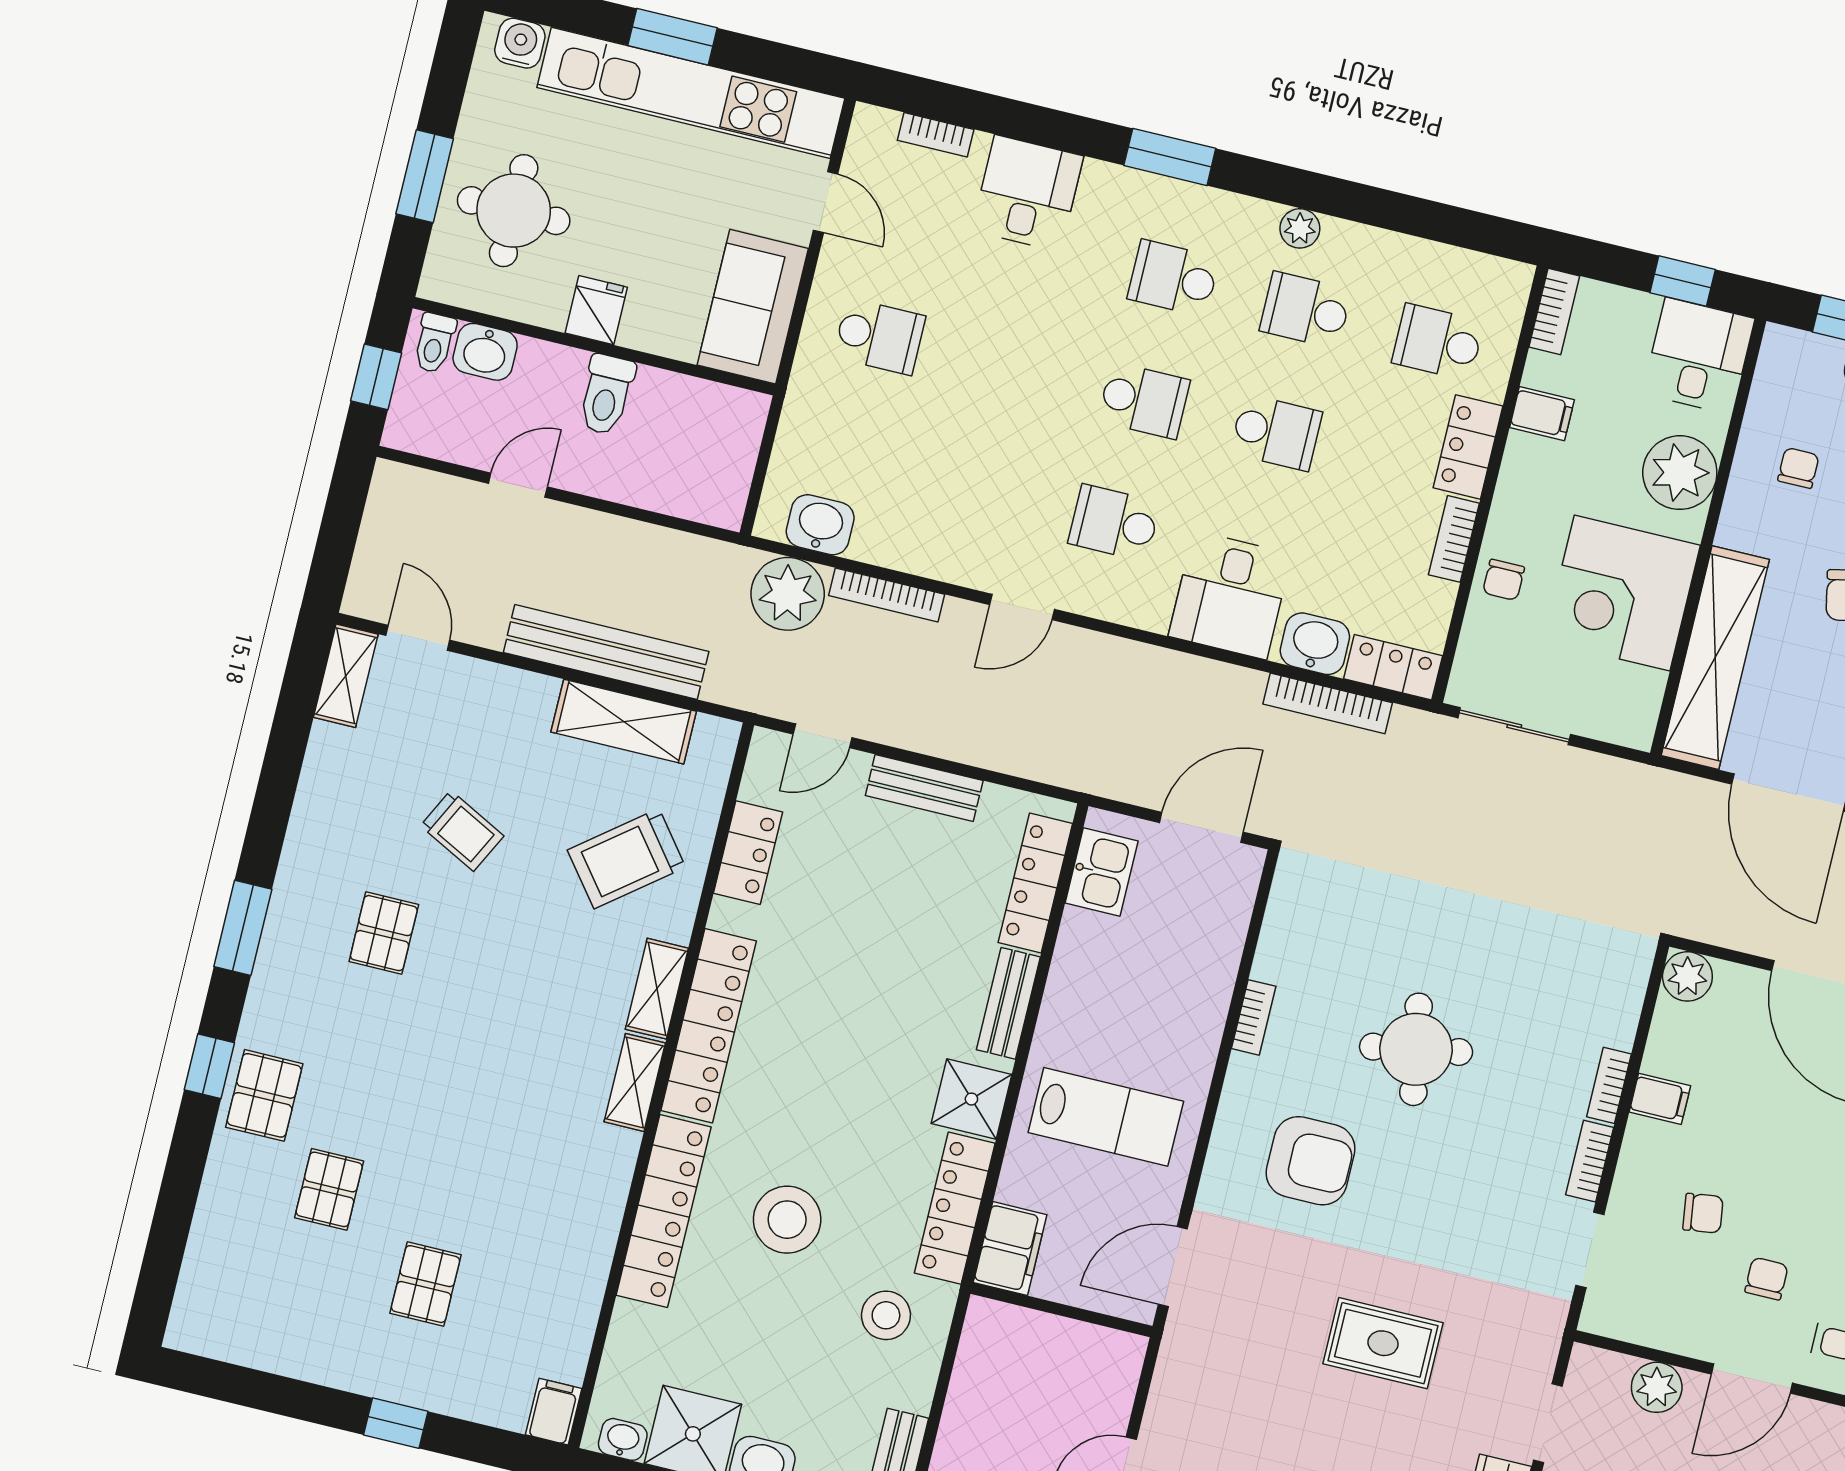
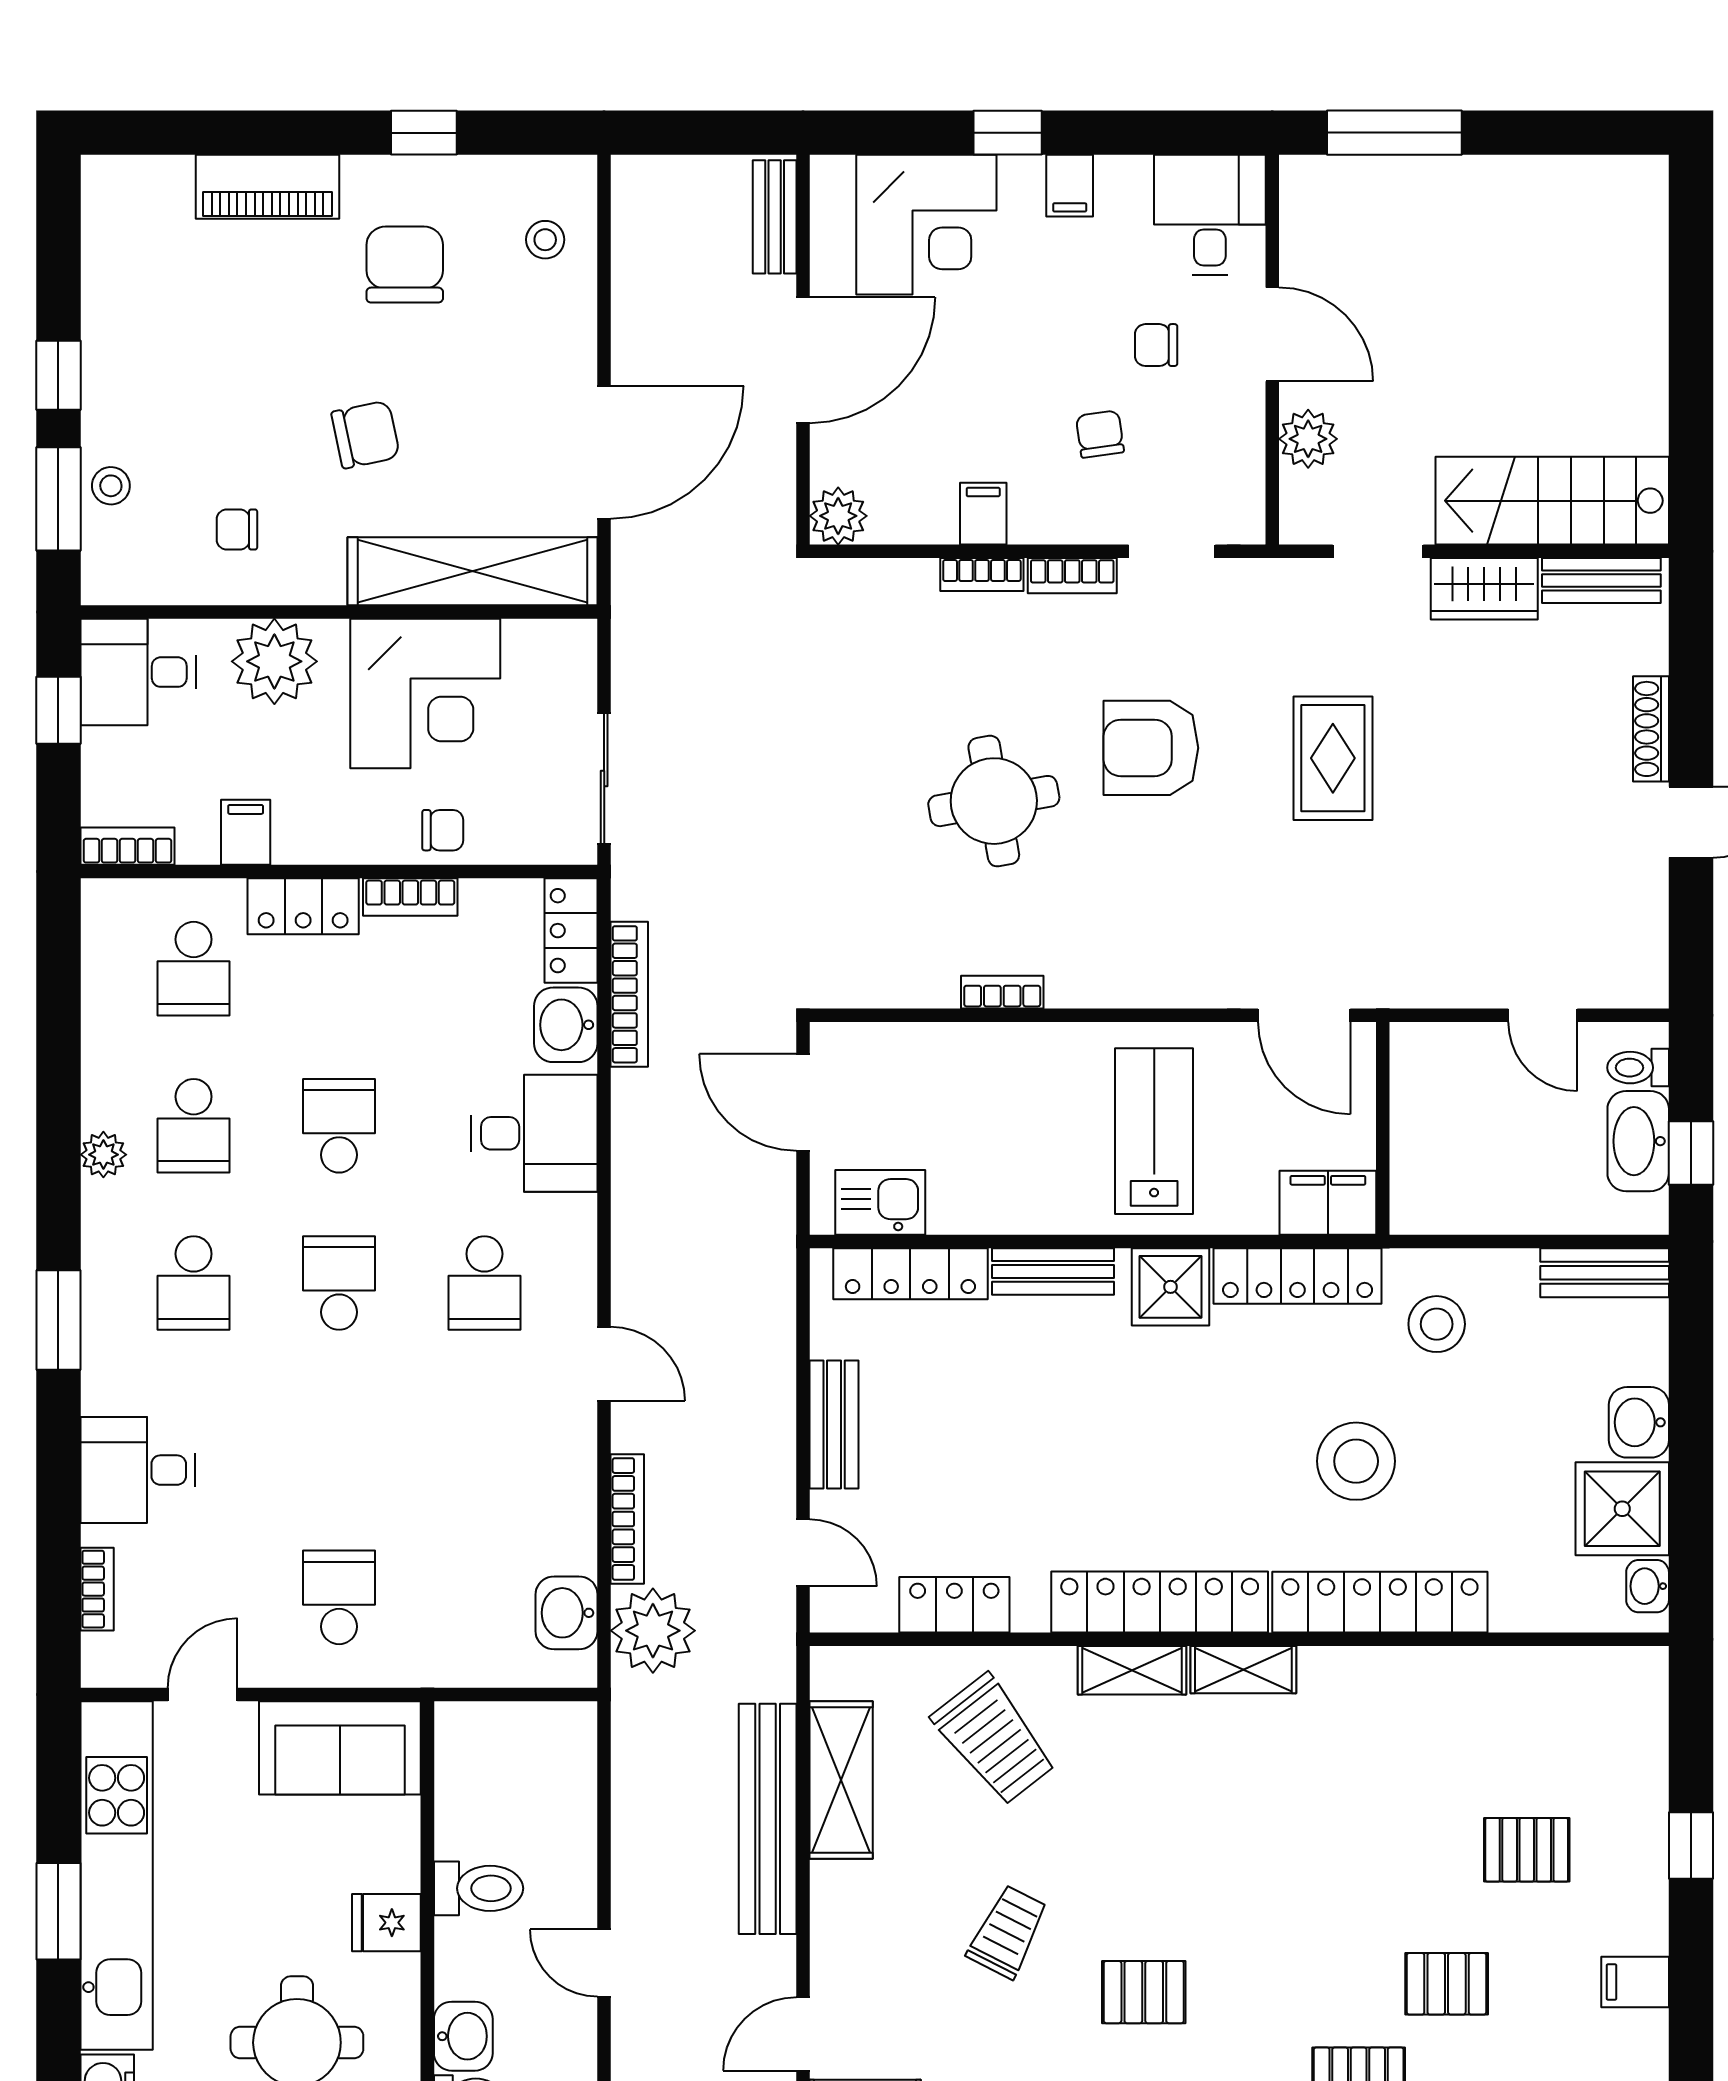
armchair: (1311, 1161) -> (1151, 748), moved, turned -90
filing cabinet: (554, 1412) -> (1635, 1982), moved

